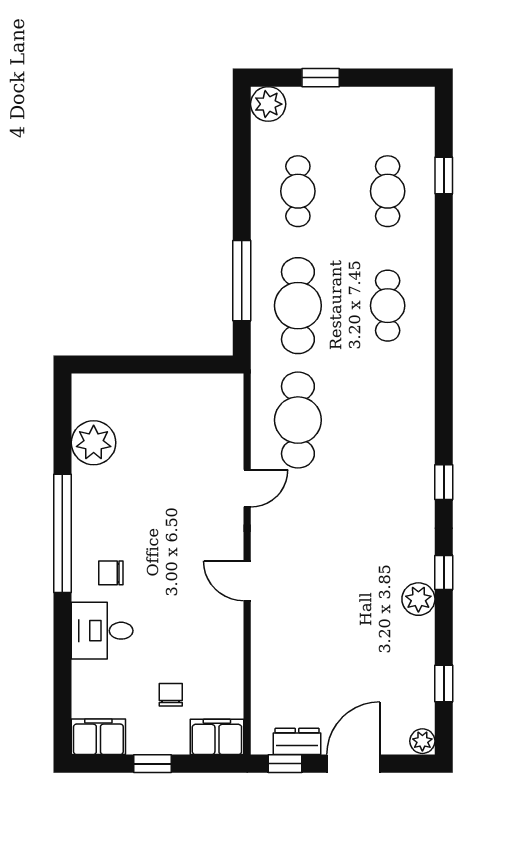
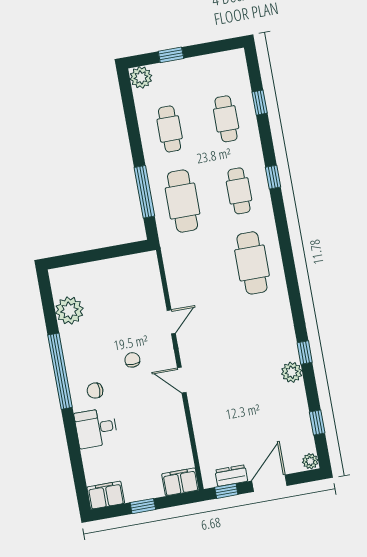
cafe table: (298, 420) -> (252, 263), moved
window: (444, 482) -> (273, 177), moved
chair: (171, 695) -> (132, 360), moved

